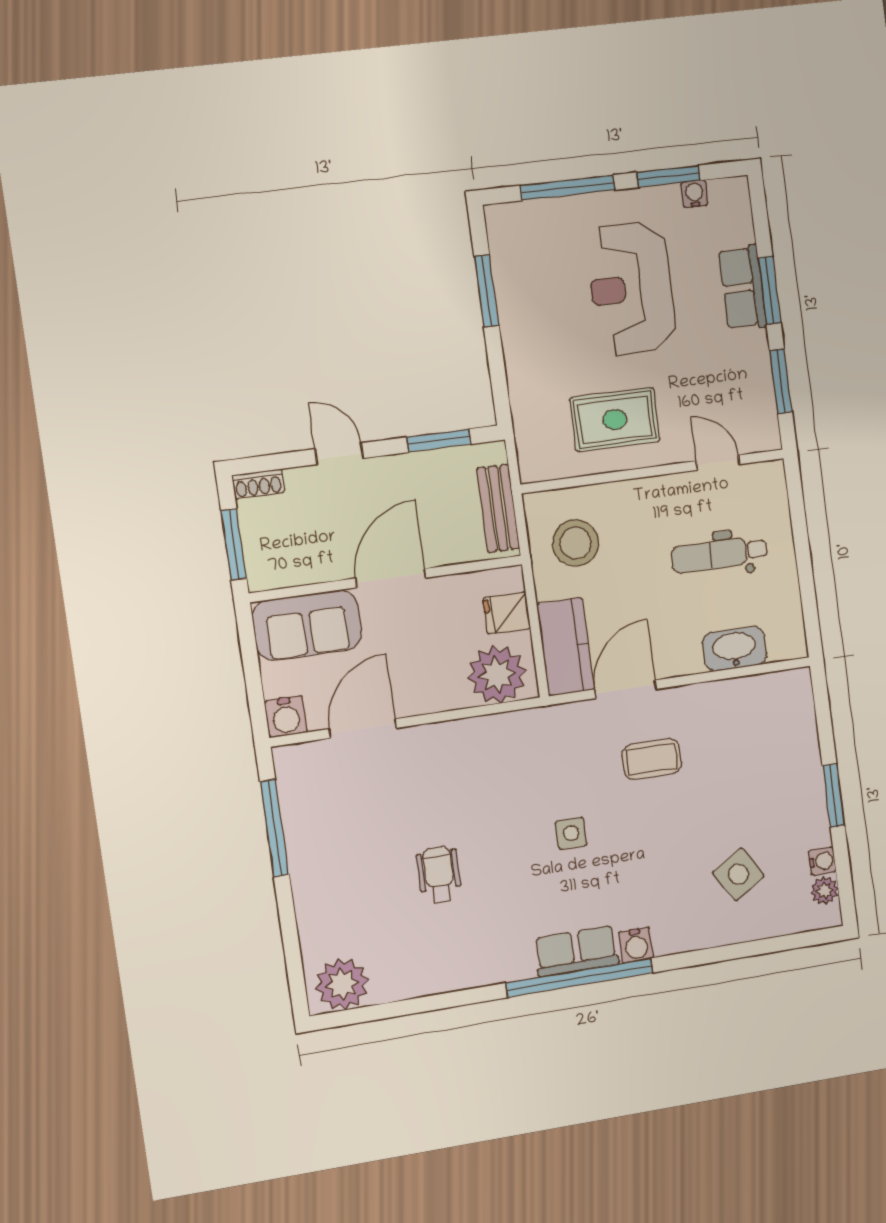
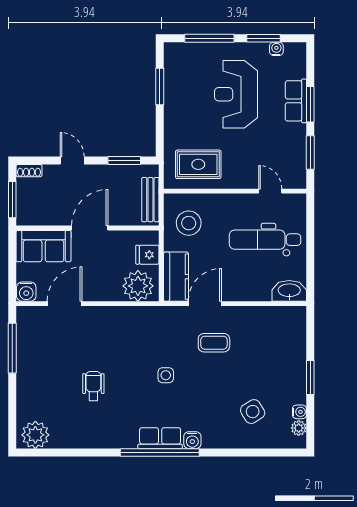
rug: (615, 420) -> (198, 164), moved
dental chair: (720, 554) -> (265, 240), width x1.36, depth x1.38
washbasin: (734, 649) -> (289, 291), moved

